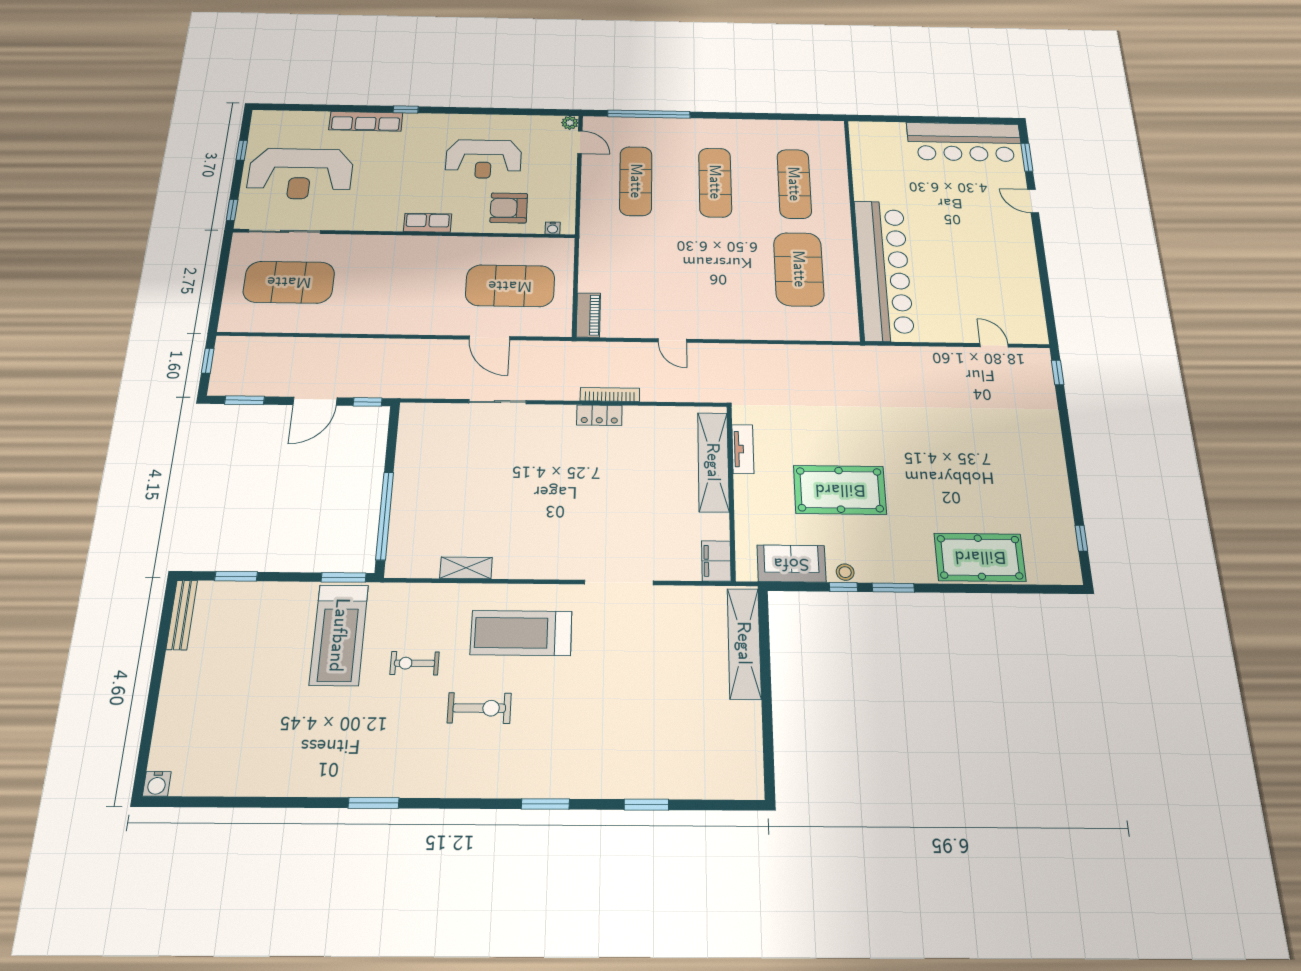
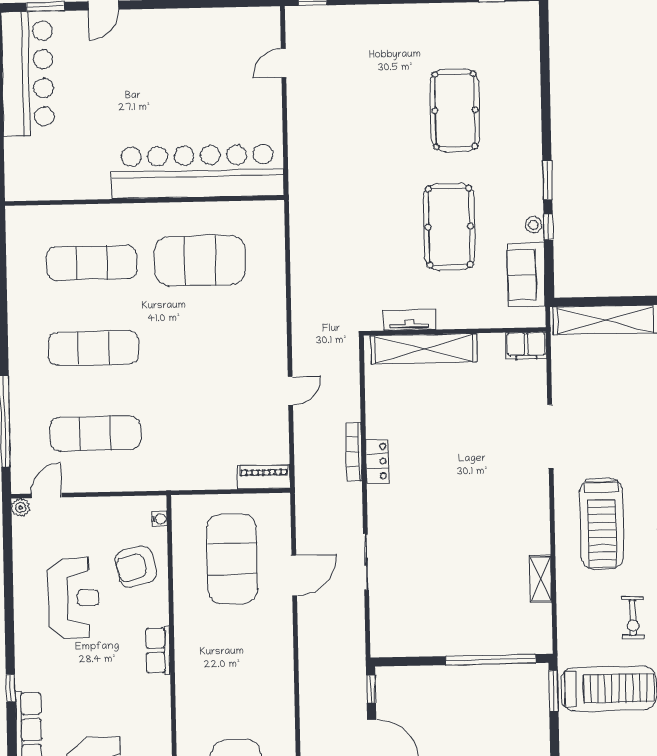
armchair: (509, 208) -> (136, 567), turned 77
pool table: (980, 557) -> (455, 110), moved

